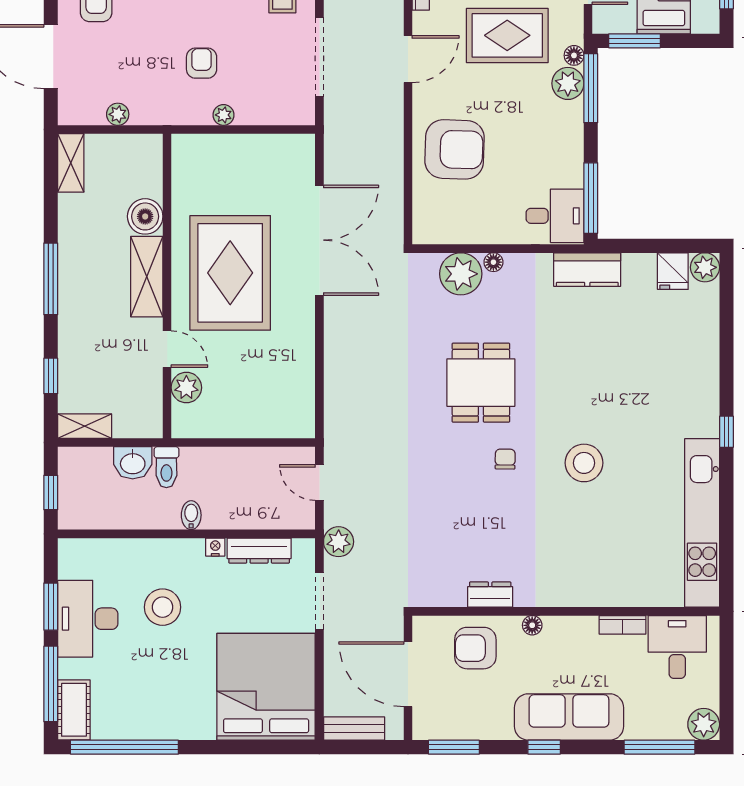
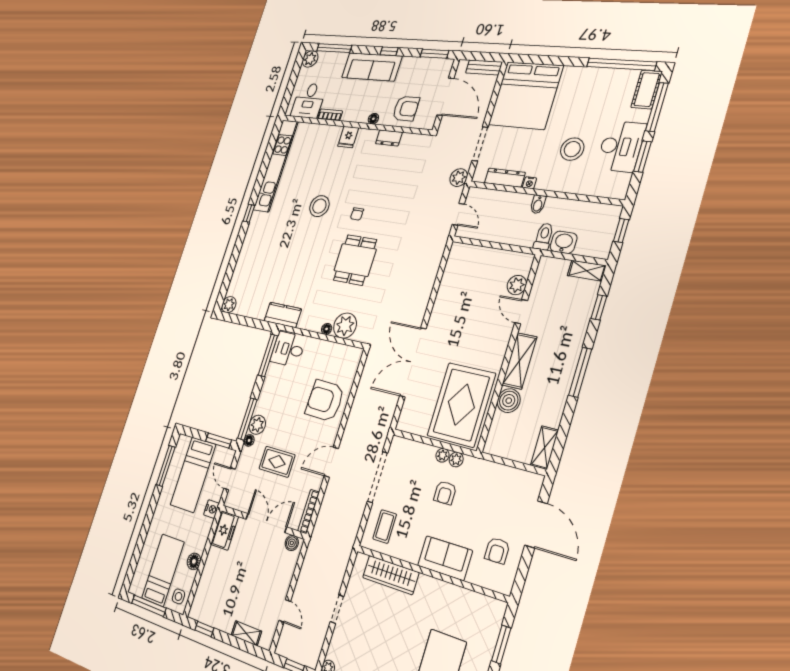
rug: (507, 35) -> (277, 462), width x0.73, depth x0.70
plant: (118, 114) -> (456, 459), moved
fridge: (673, 271) -> (348, 137), moved, turned 180
rug: (230, 273) -> (461, 405), moved

